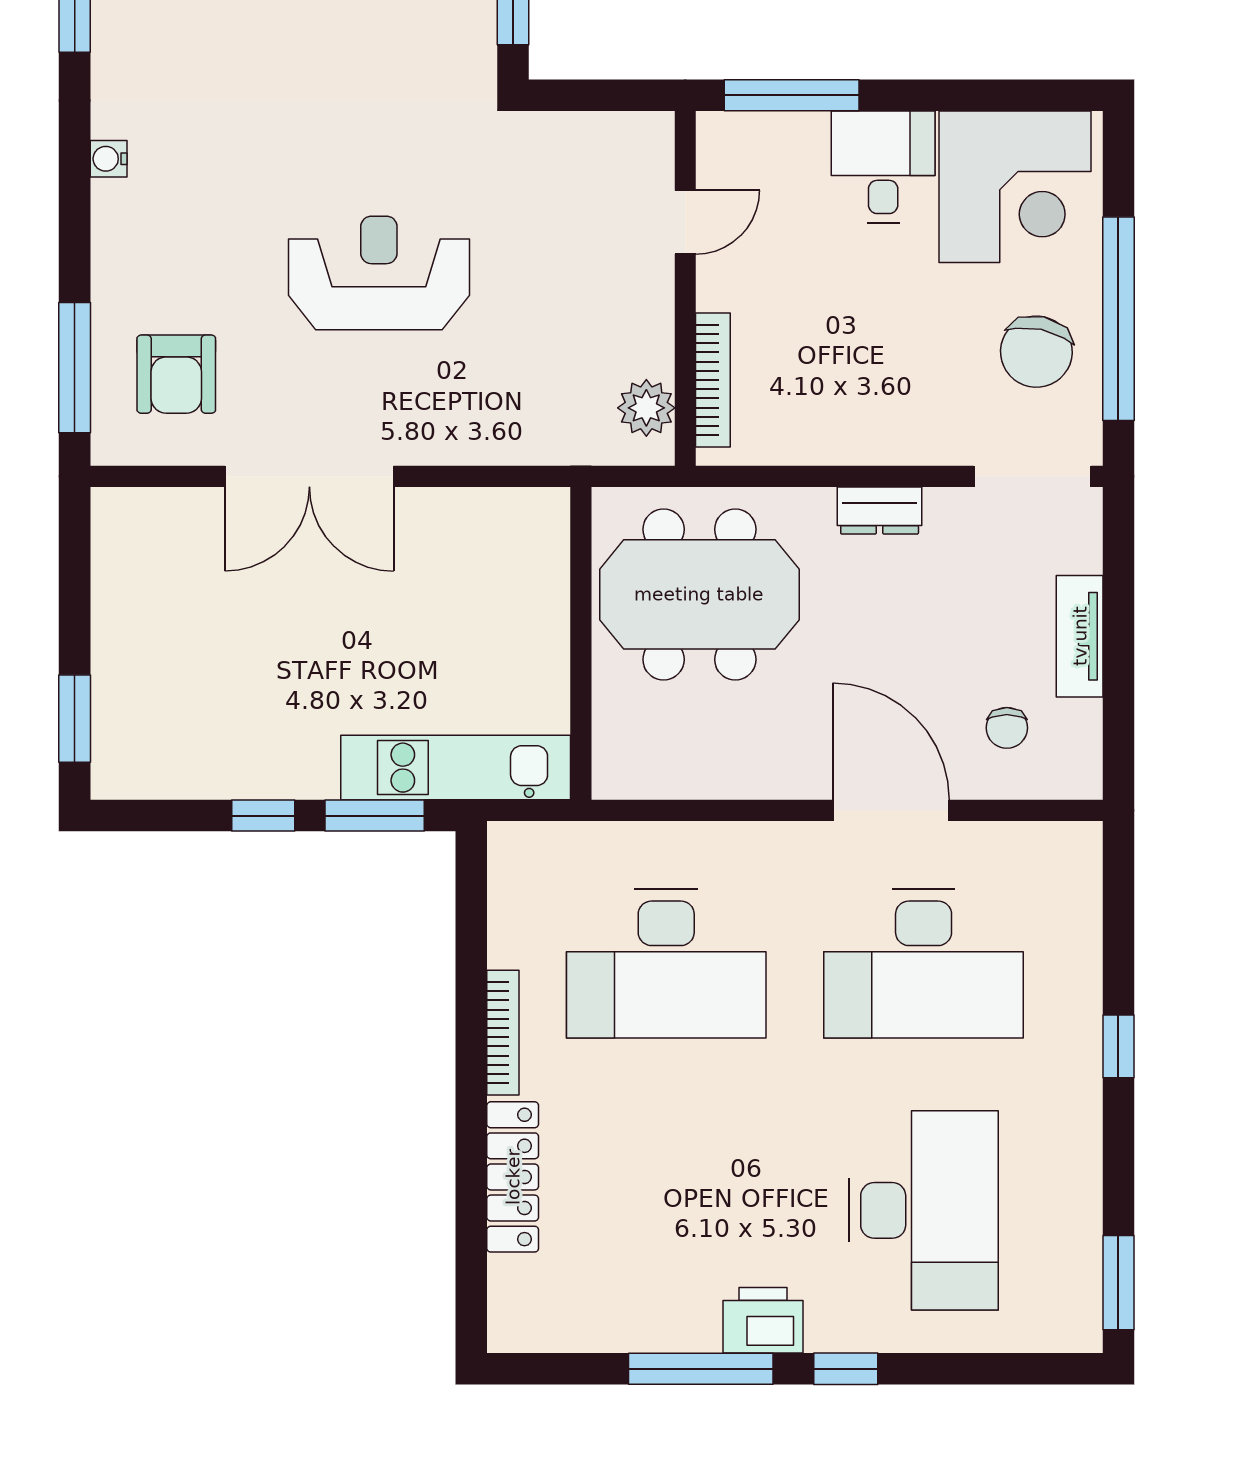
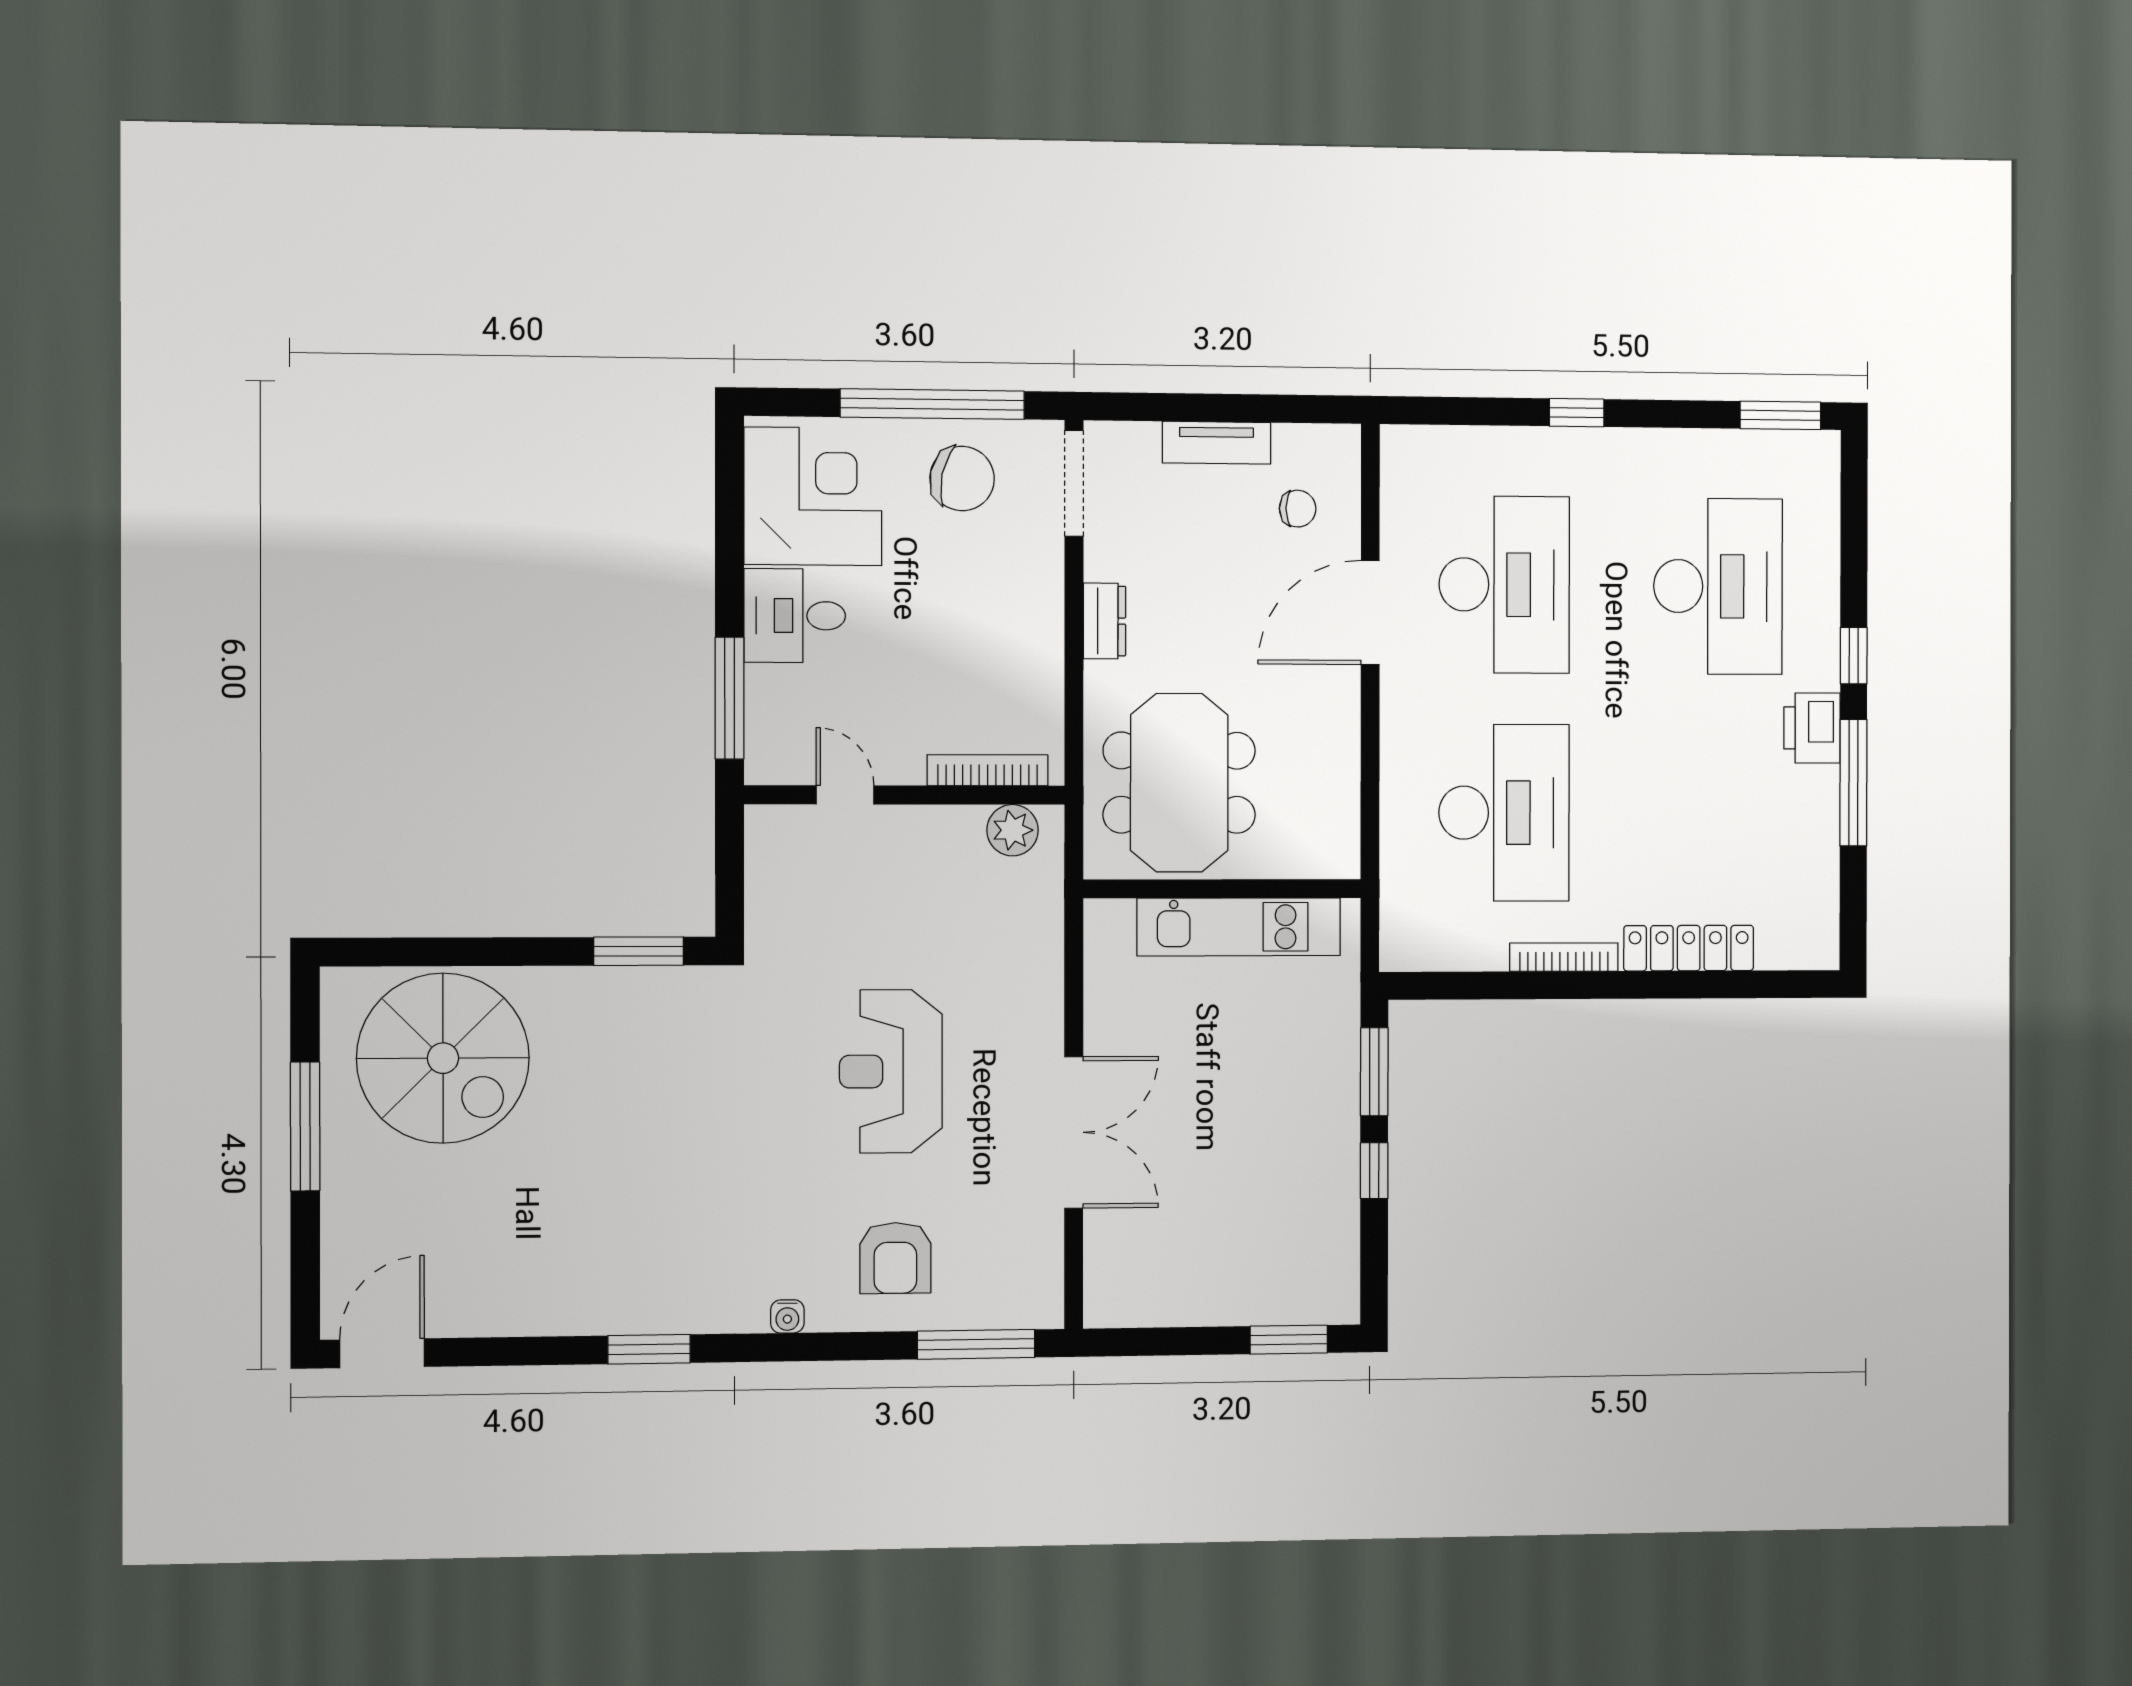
armchair: (176, 374) -> (895, 1258), moved, turned 90
kitchen unit: (456, 768) -> (1239, 927), moved, turned -90
desk: (924, 1210) -> (1718, 586), turned 90

